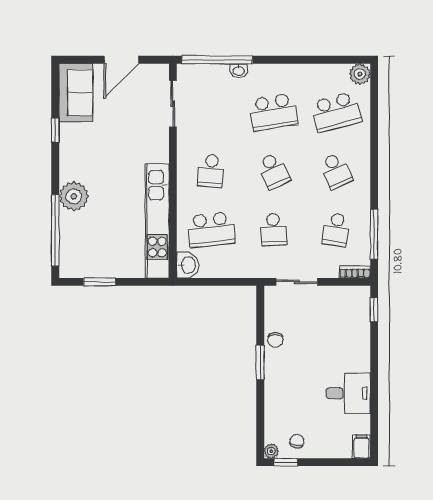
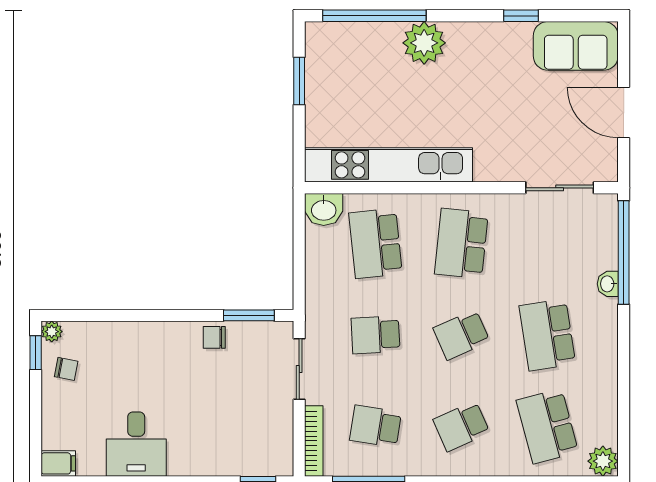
school desk: (211, 171) -> (461, 243), width x1.85
bookcase: (355, 272) -> (314, 441), width x1.56
window: (260, 362) -> (249, 315), moved

